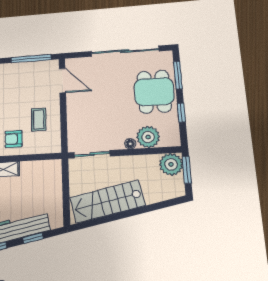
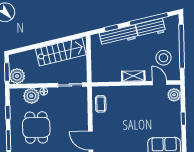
dining table: (154, 92) -> (36, 127), moved
coffee table: (39, 119) -> (101, 104), moved
armchair: (13, 139) -> (126, 98), removed

